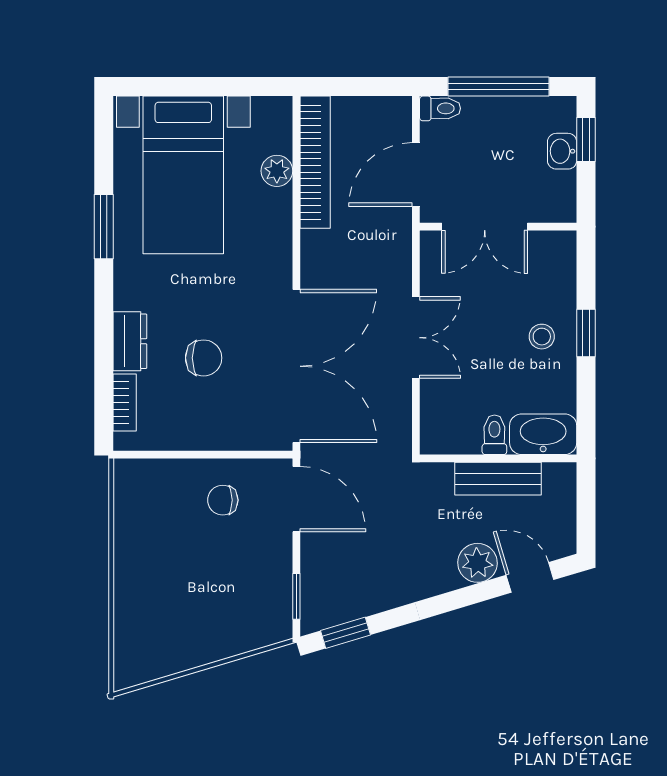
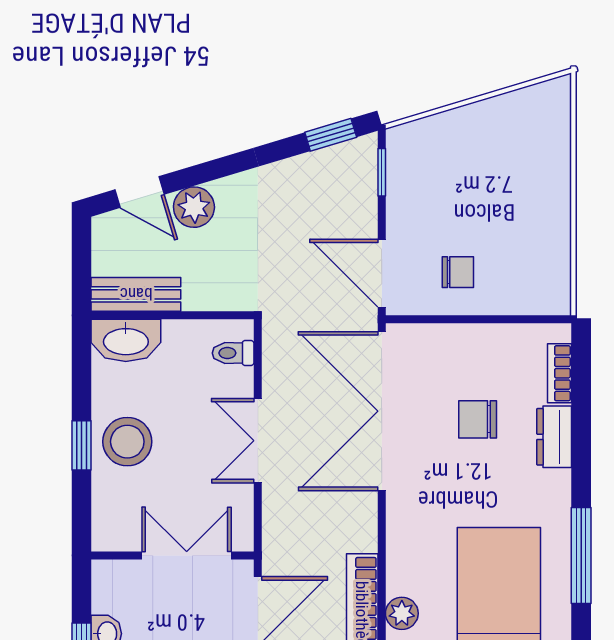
window: (104, 227) -> (581, 556), width x1.44
stool: (542, 337) -> (127, 442), width x1.89, depth x1.89
toilet: (494, 435) -> (233, 353), moved, turned 90
bench: (498, 479) -> (136, 294), moved

